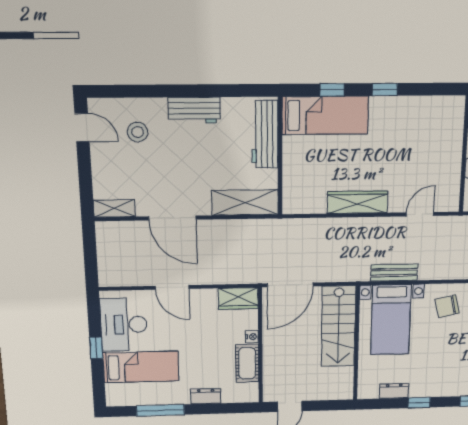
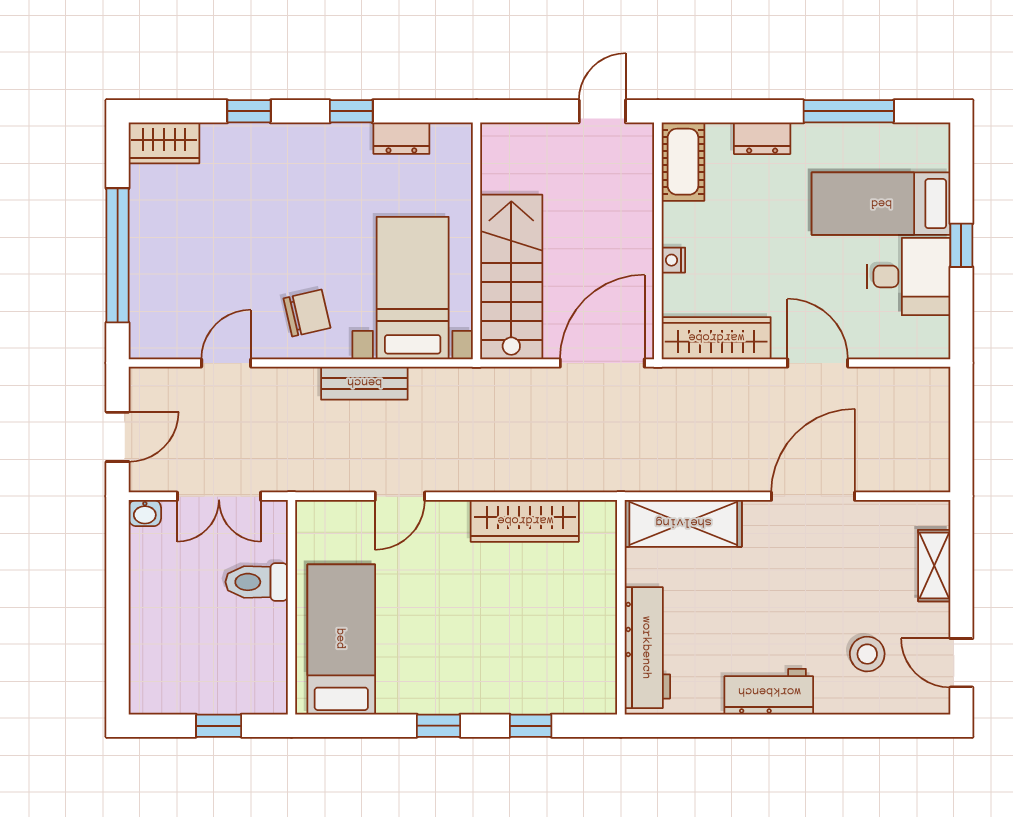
bed: (325, 115) -> (341, 639), moved, turned 90
wardrobe: (358, 202) -> (525, 521), moved
shelving: (114, 208) -> (934, 566), moved, turned 90
door: (420, 214) -> (400, 496), moved
door: (172, 218) -> (813, 496), hinge flipped
bench: (394, 273) -> (364, 383), moved
wardrobe: (238, 298) -> (716, 338), width x1.50
desk: (124, 325) -> (909, 276), width x0.73
cot: (247, 363) -> (683, 162), moved

